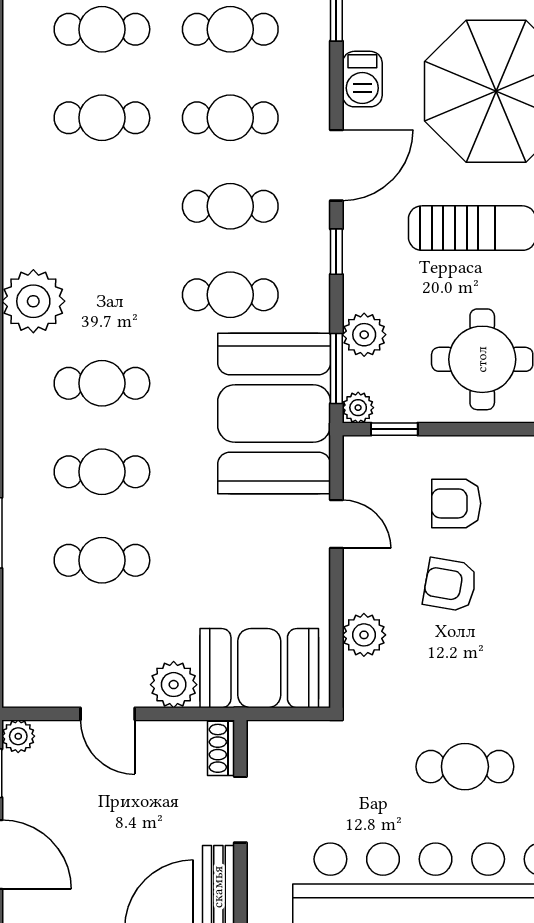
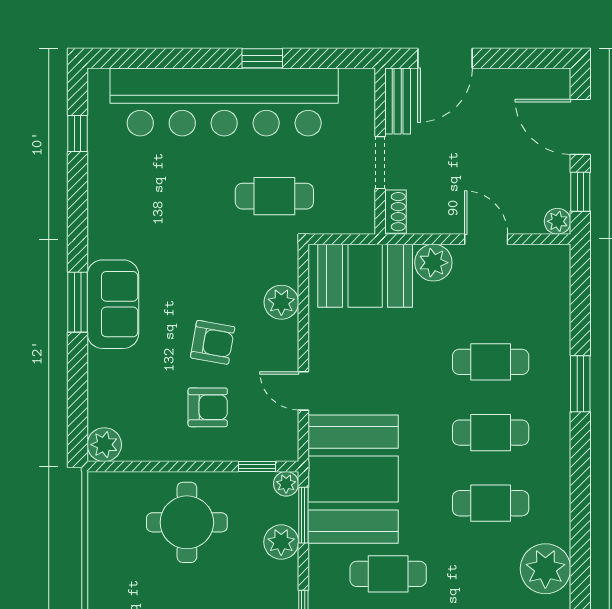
cafe table: (465, 767) -> (274, 196), moved

